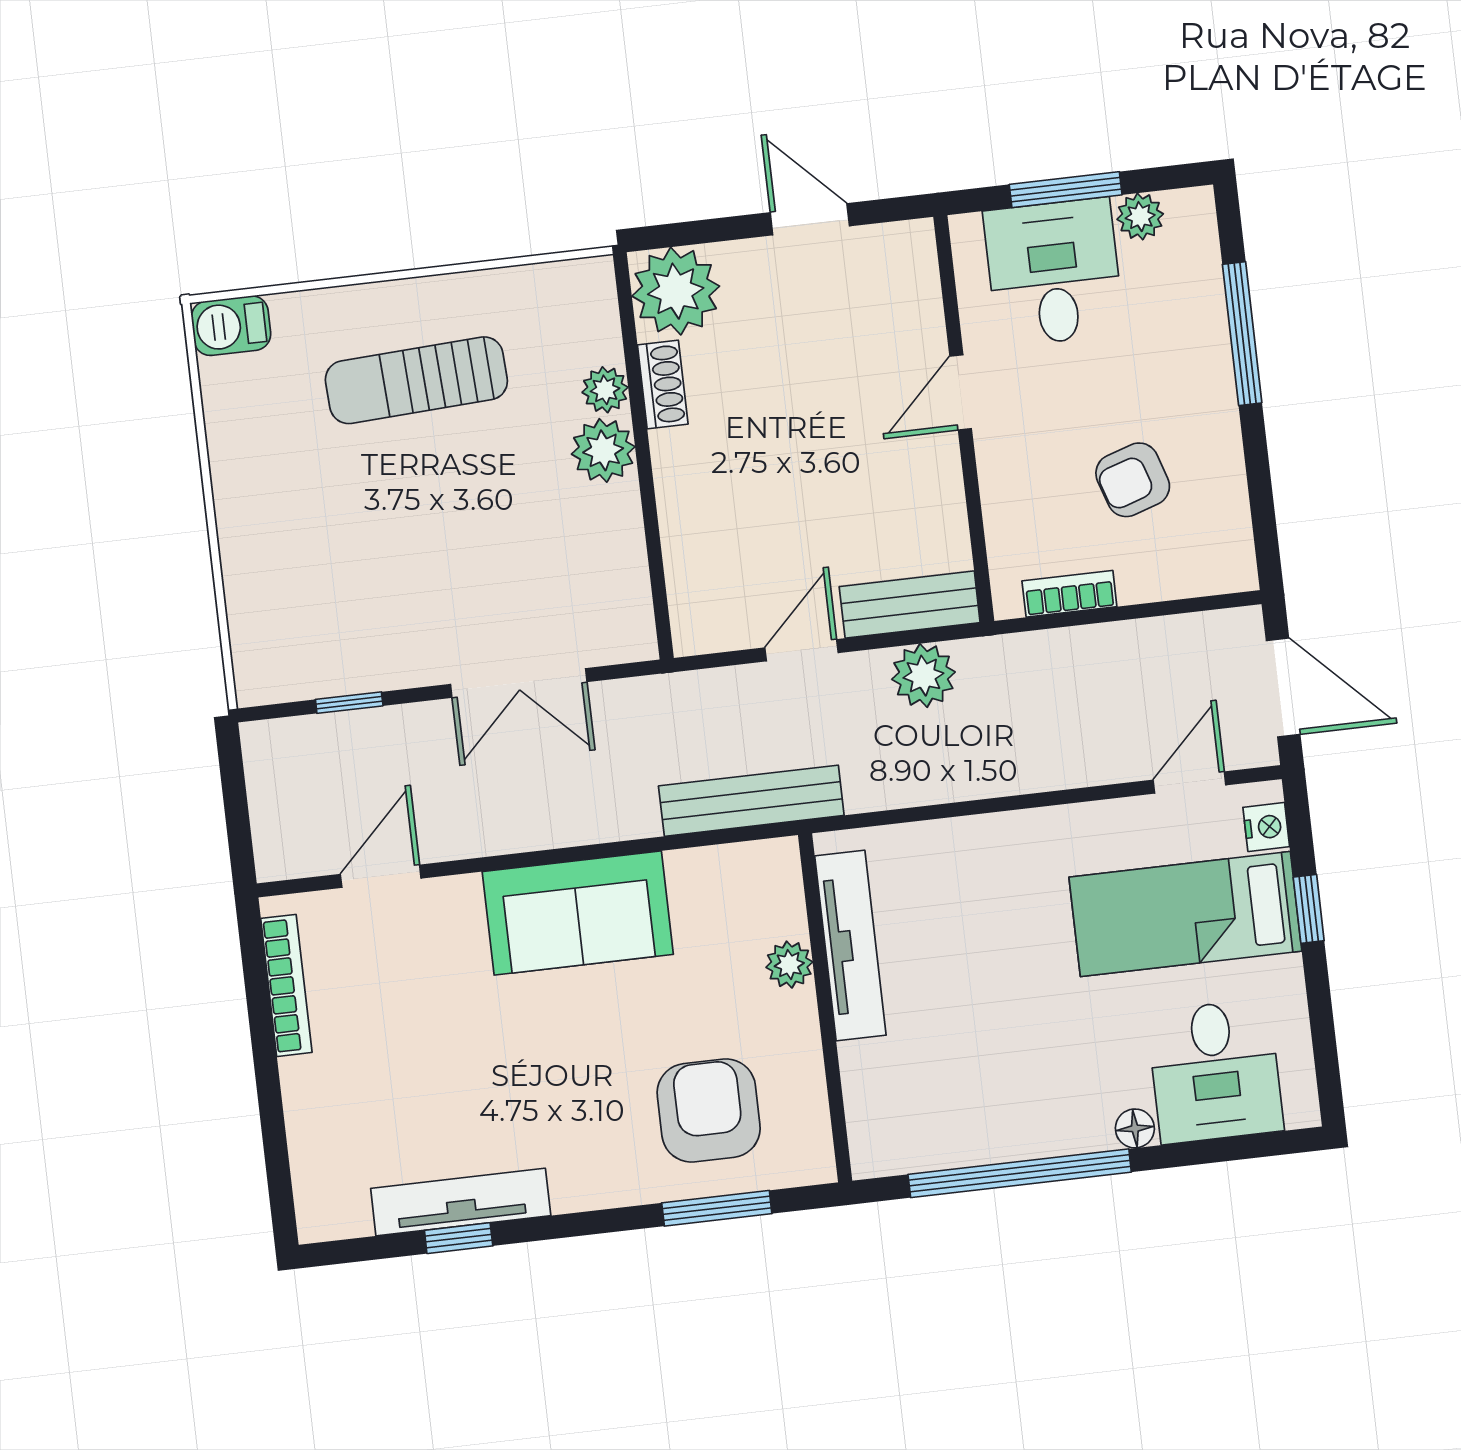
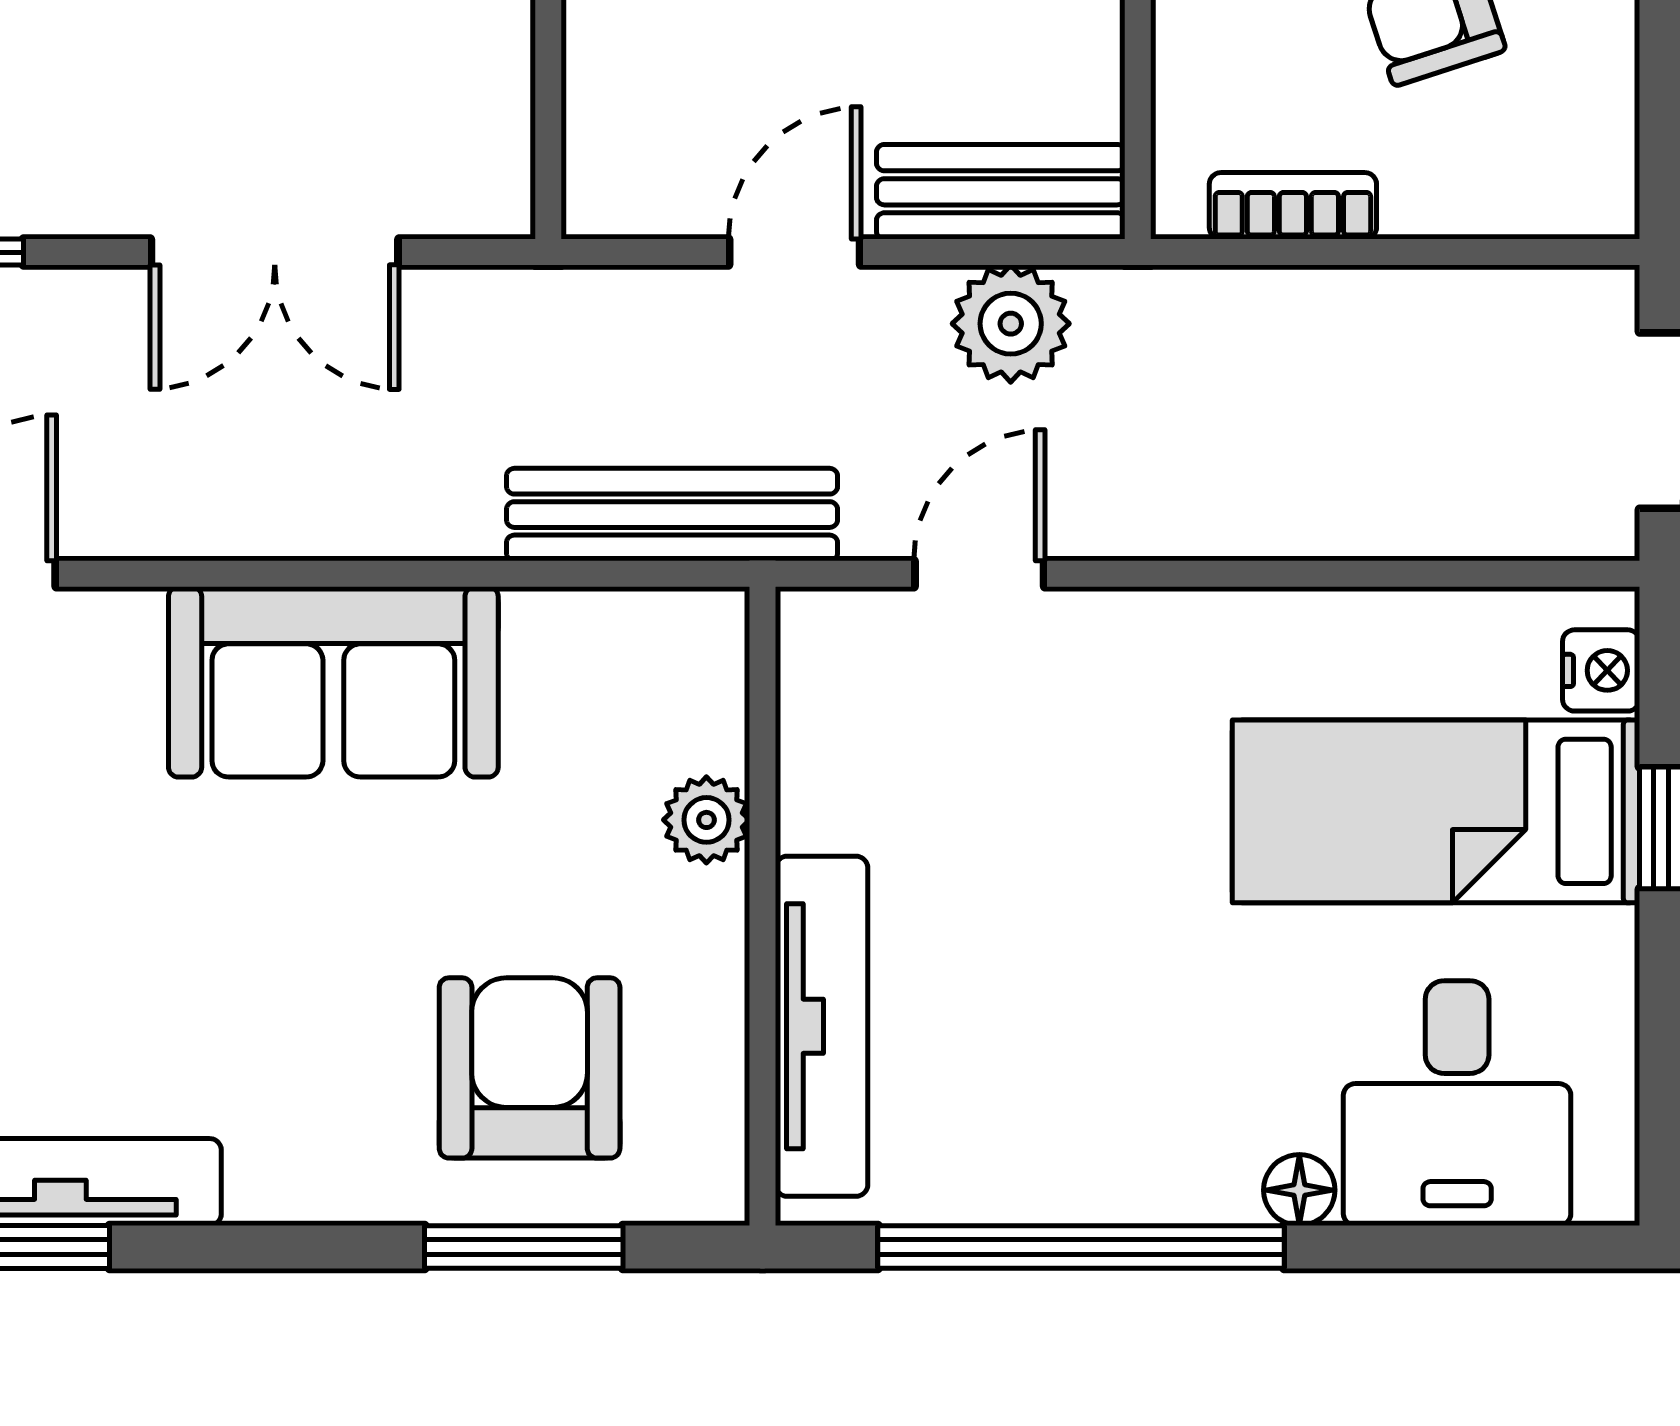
door: (1189, 783) -> (979, 574), moved
tv unit: (850, 946) -> (822, 1026), moved

